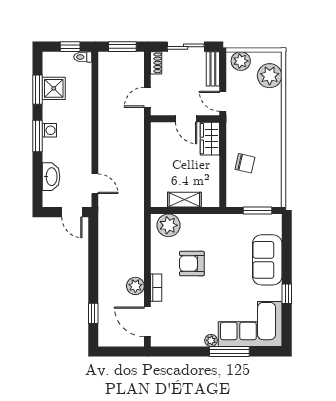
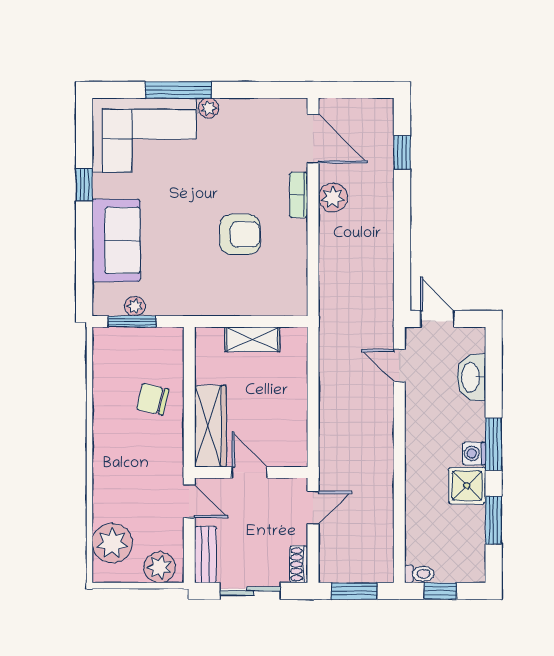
shower: (54, 88) -> (467, 486), moved
wardrobe: (210, 139) -> (210, 426), width x1.50
plant: (169, 225) -> (135, 306), moved, width x0.53, depth x0.53

